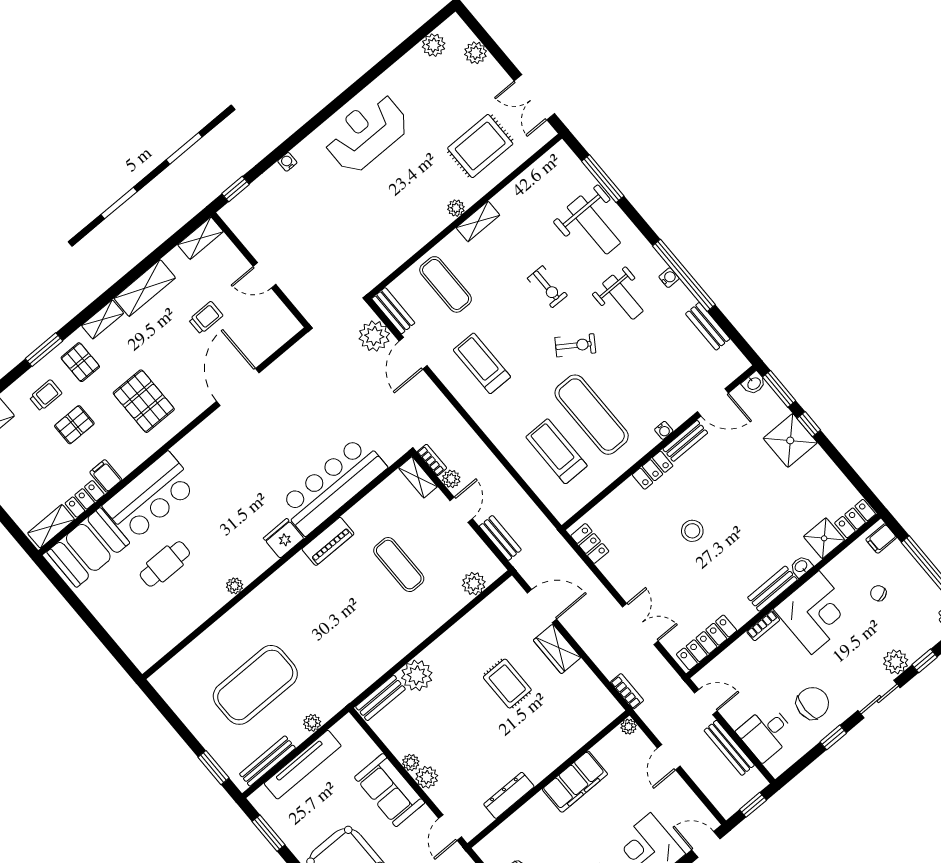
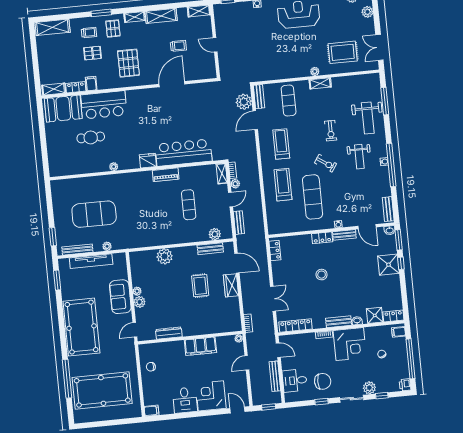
bench: (708, 326) -> (388, 209), moved
treadmill: (557, 451) -> (283, 185), moved
bench: (380, 698) -> (210, 249), moved

